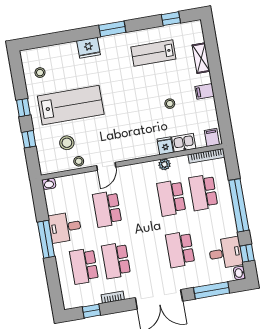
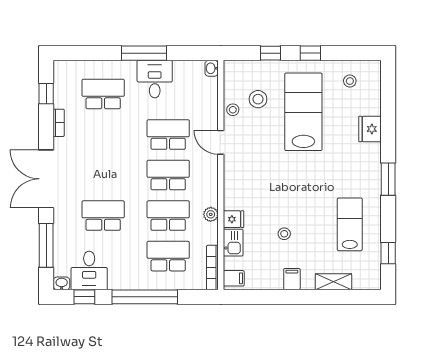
fridge: (89, 48) -> (370, 129), moved
lab bench: (71, 105) -> (303, 112), turned 180
school desk: (116, 260) -> (168, 175), moved

